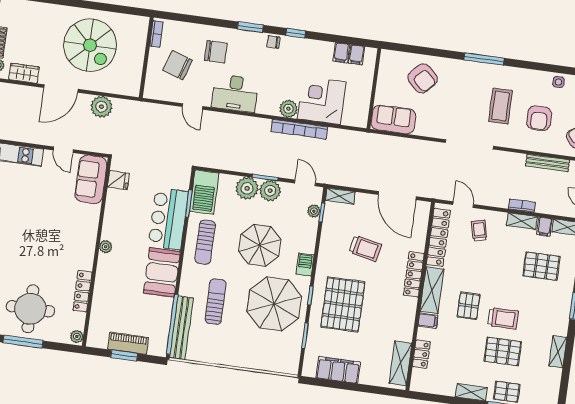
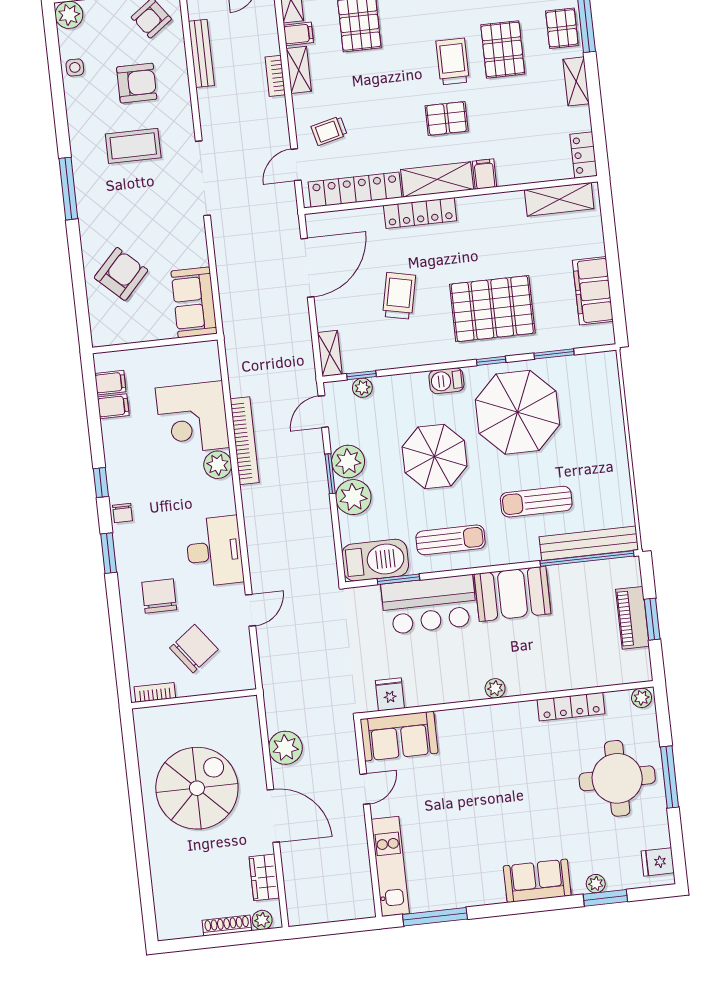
chair: (178, 65) -> (194, 649), turned -145
locker: (421, 354) -> (584, 155), moved, turned -90

